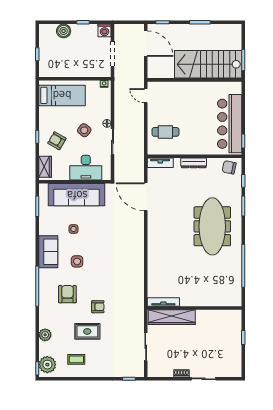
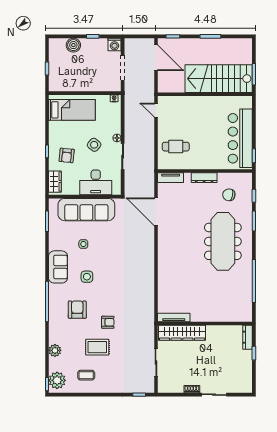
armchair: (57, 141) -> (67, 155), turned -114
chair: (229, 167) -> (229, 195), moved
dresser: (237, 322) -> (247, 337), added

